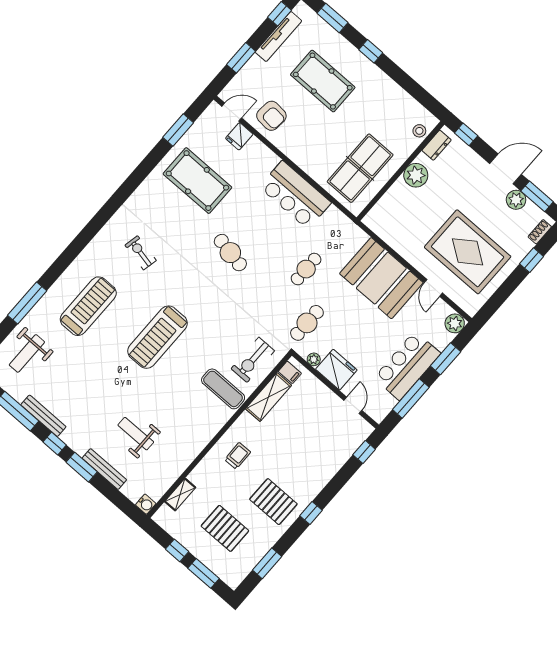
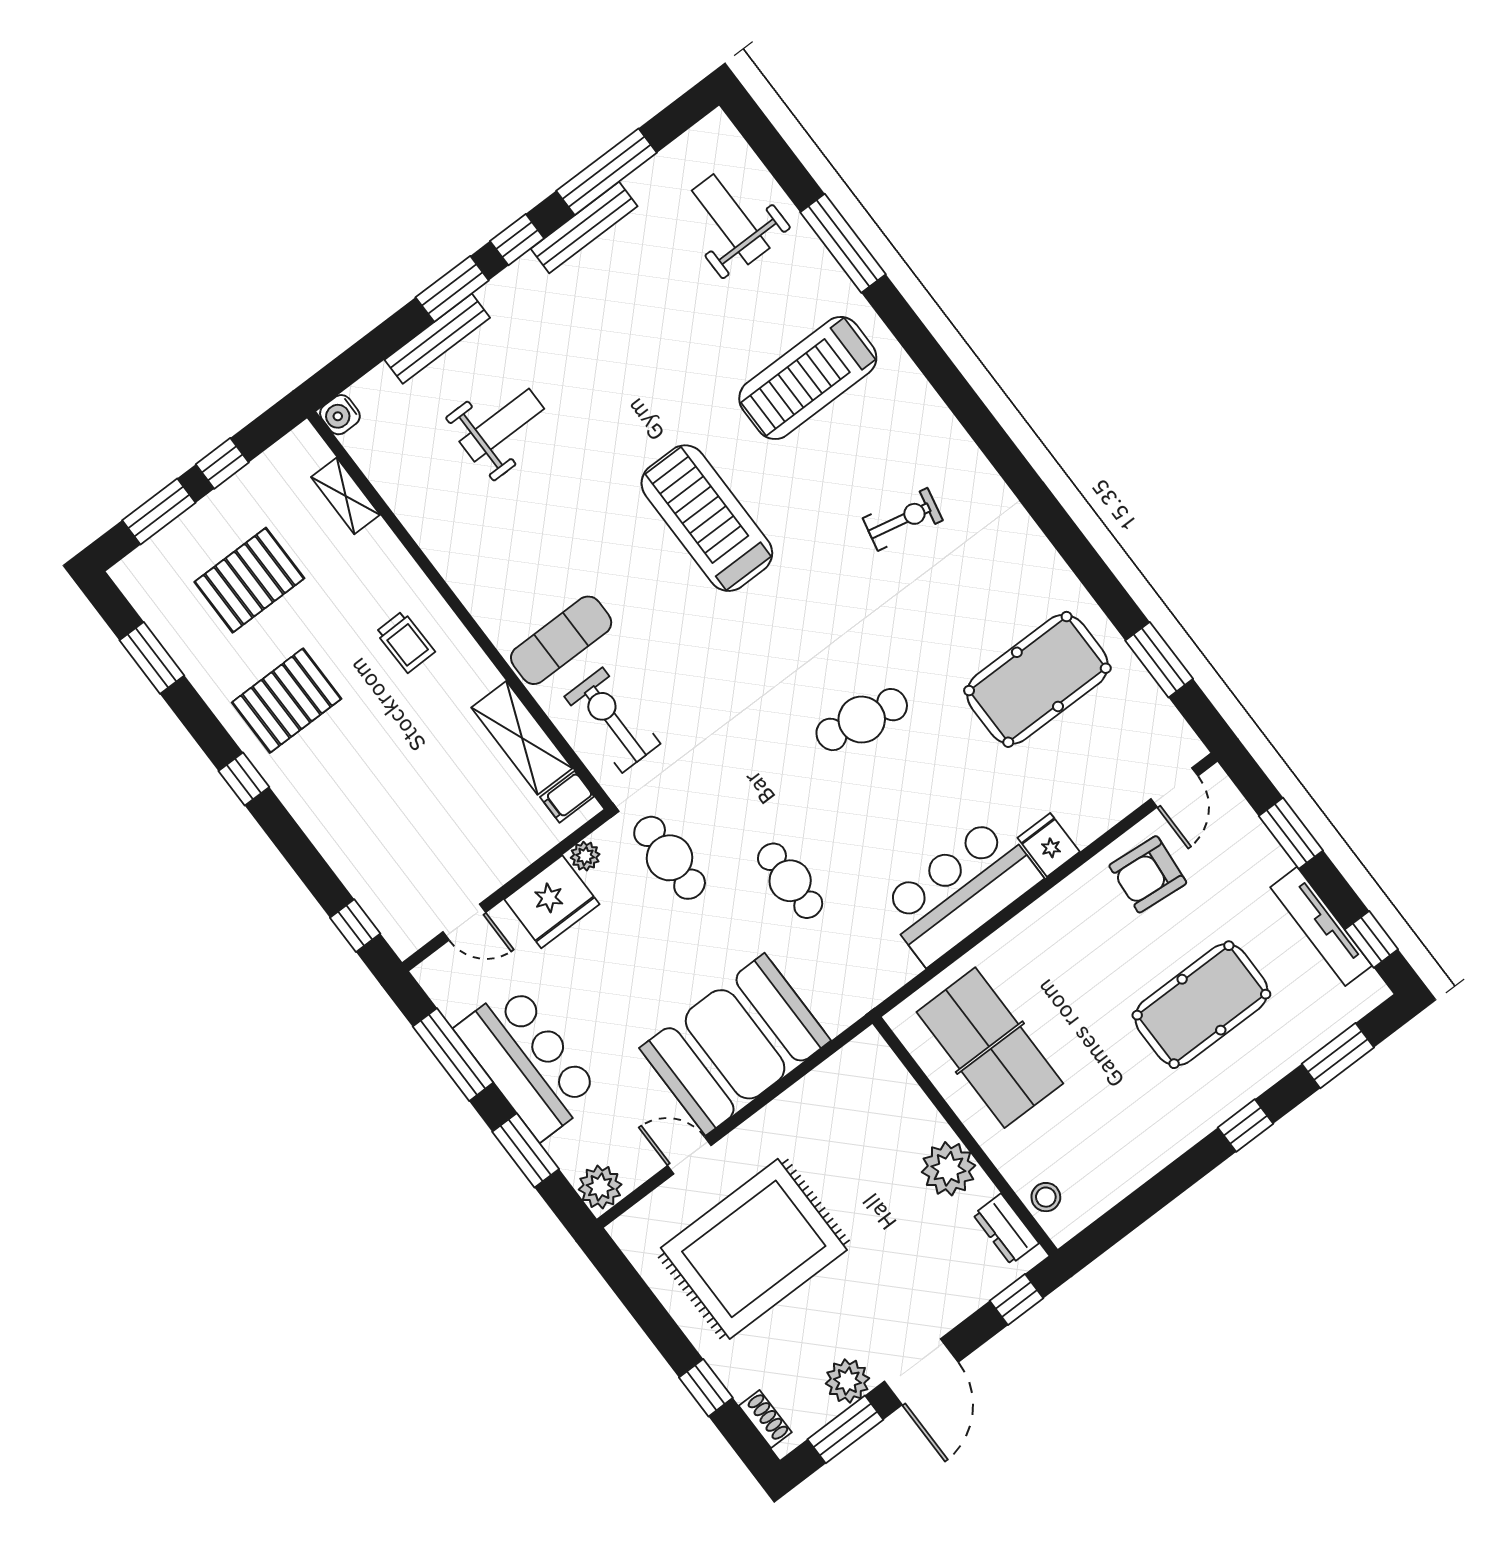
fridge: (239, 136) -> (1049, 845), moved
treadmill: (88, 306) -> (808, 378), turned 90

